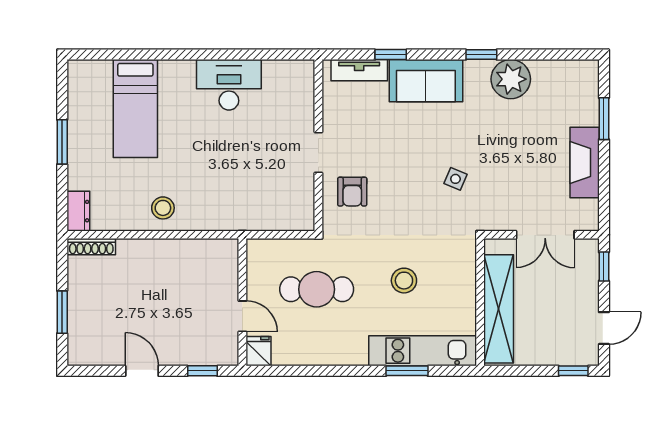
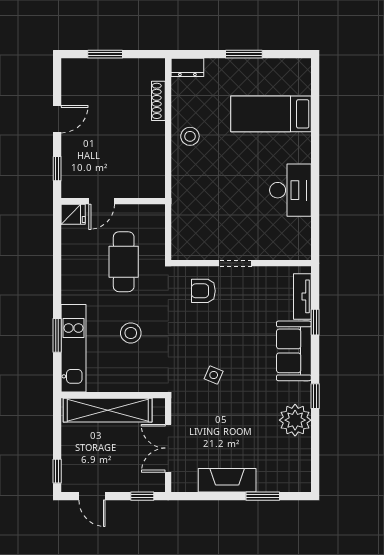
shoe rack: (91, 247) -> (158, 101), moved

